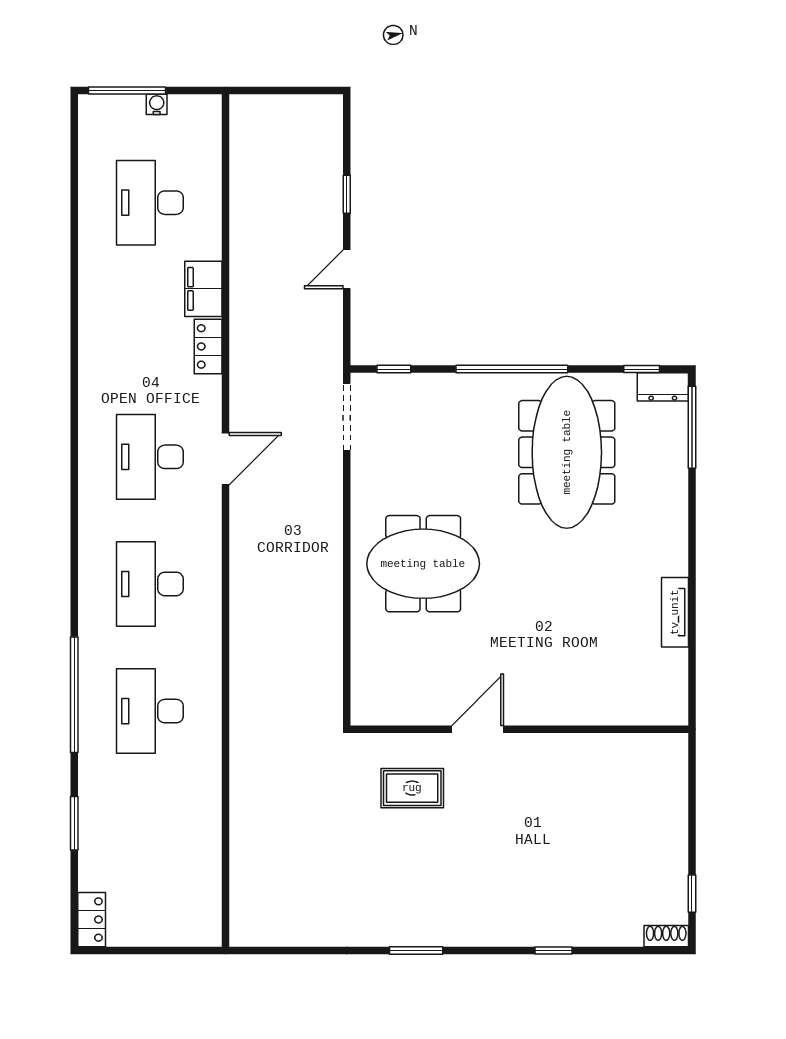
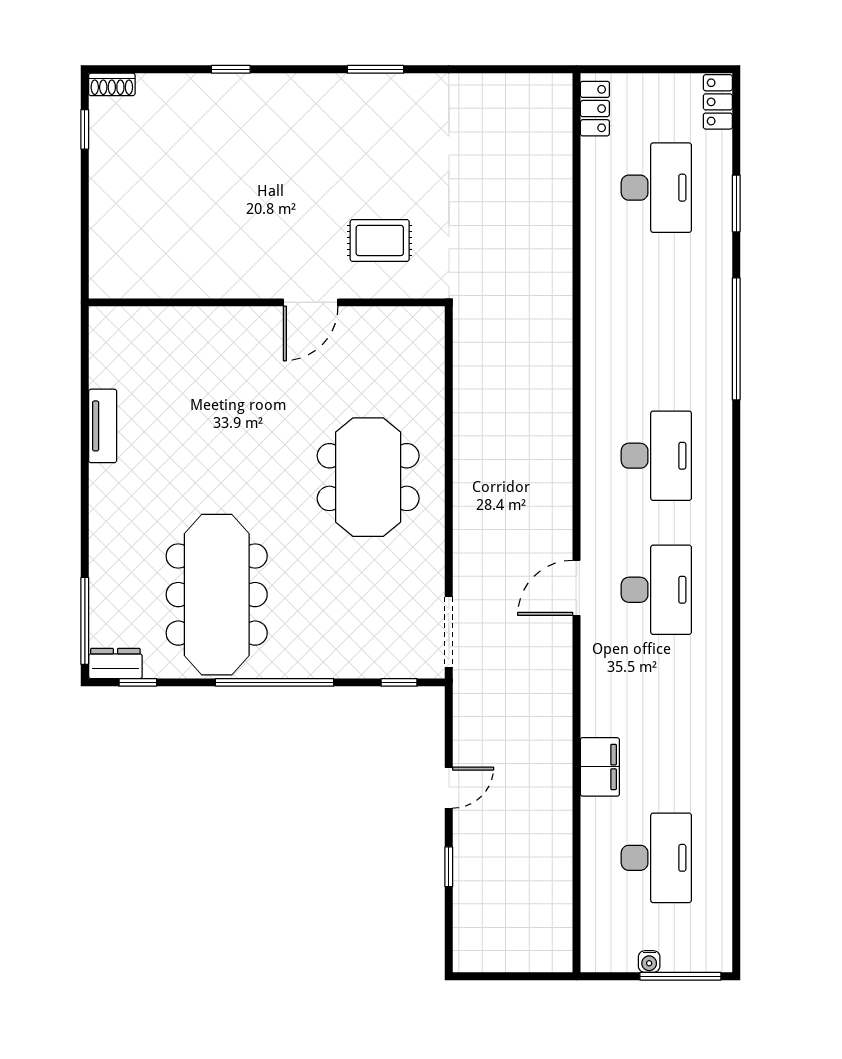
locker: (208, 346) -> (595, 109), moved
meeting table: (423, 564) -> (368, 477), turned 90
desk: (150, 711) -> (656, 188), moved

